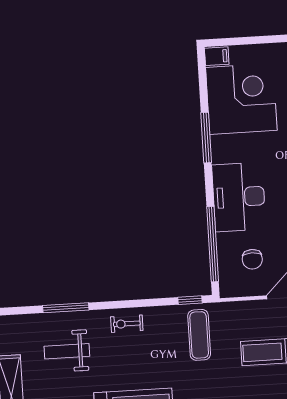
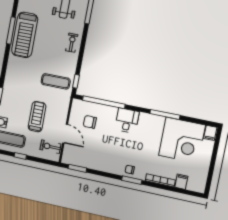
desk: (239, 197) -> (127, 121), width x0.53, depth x0.77

